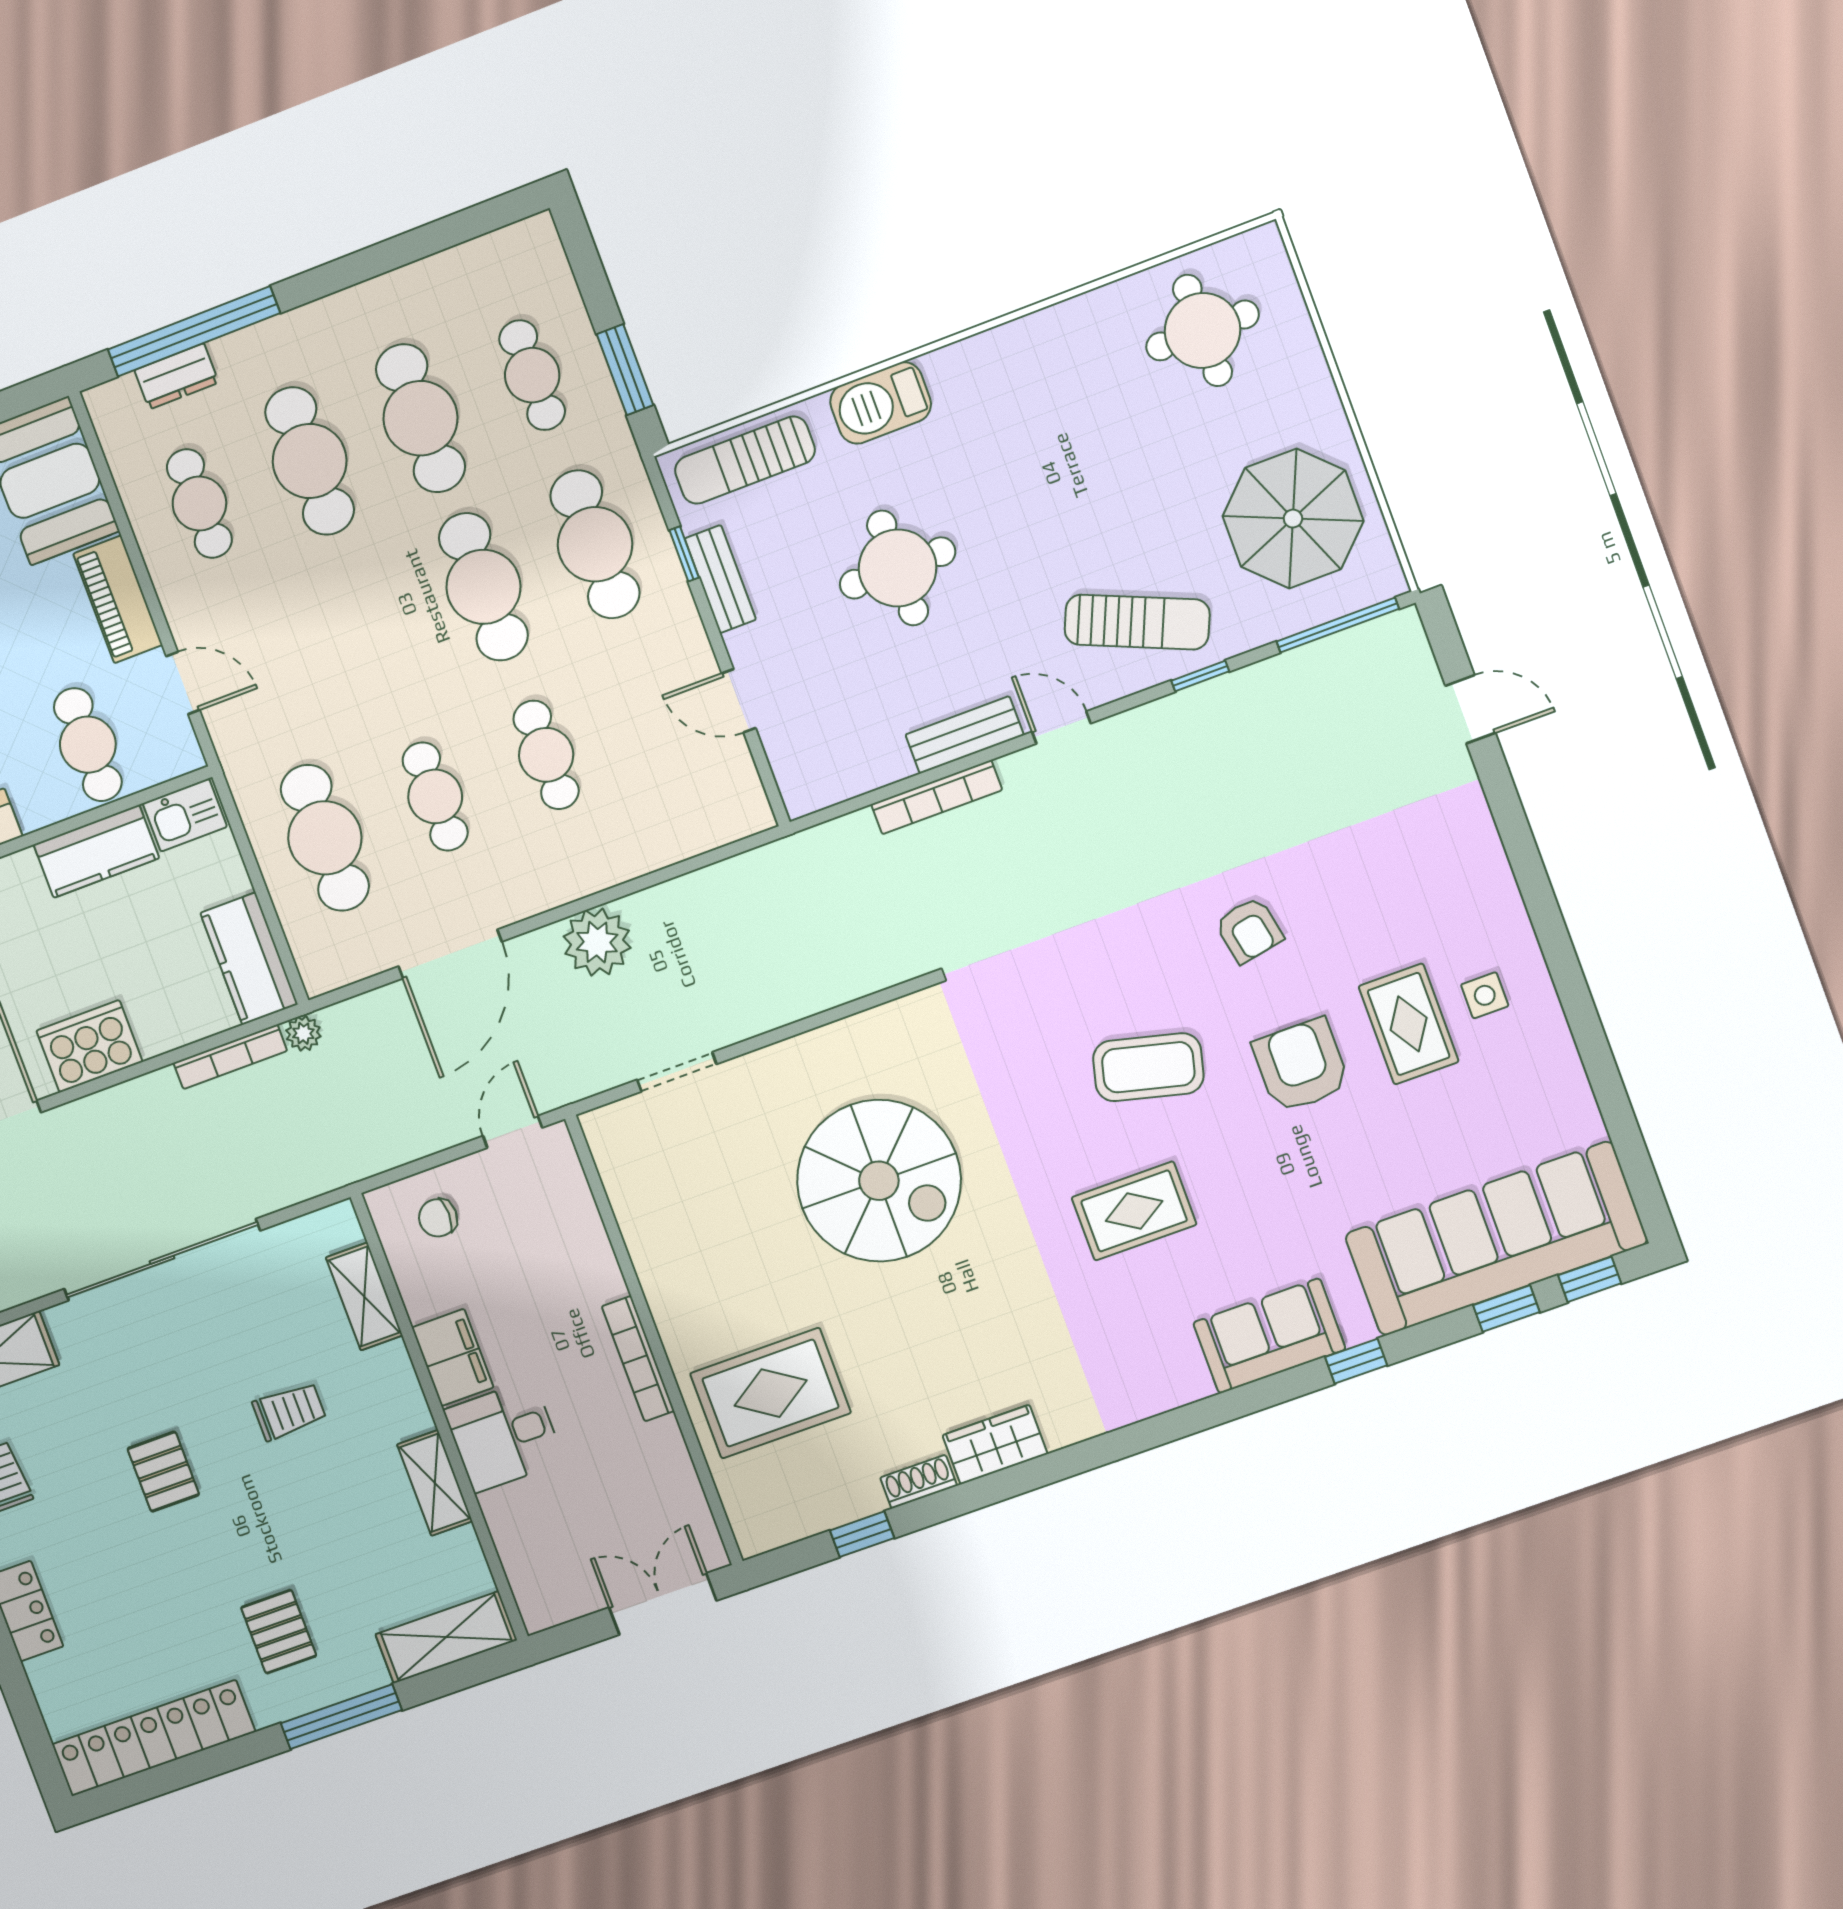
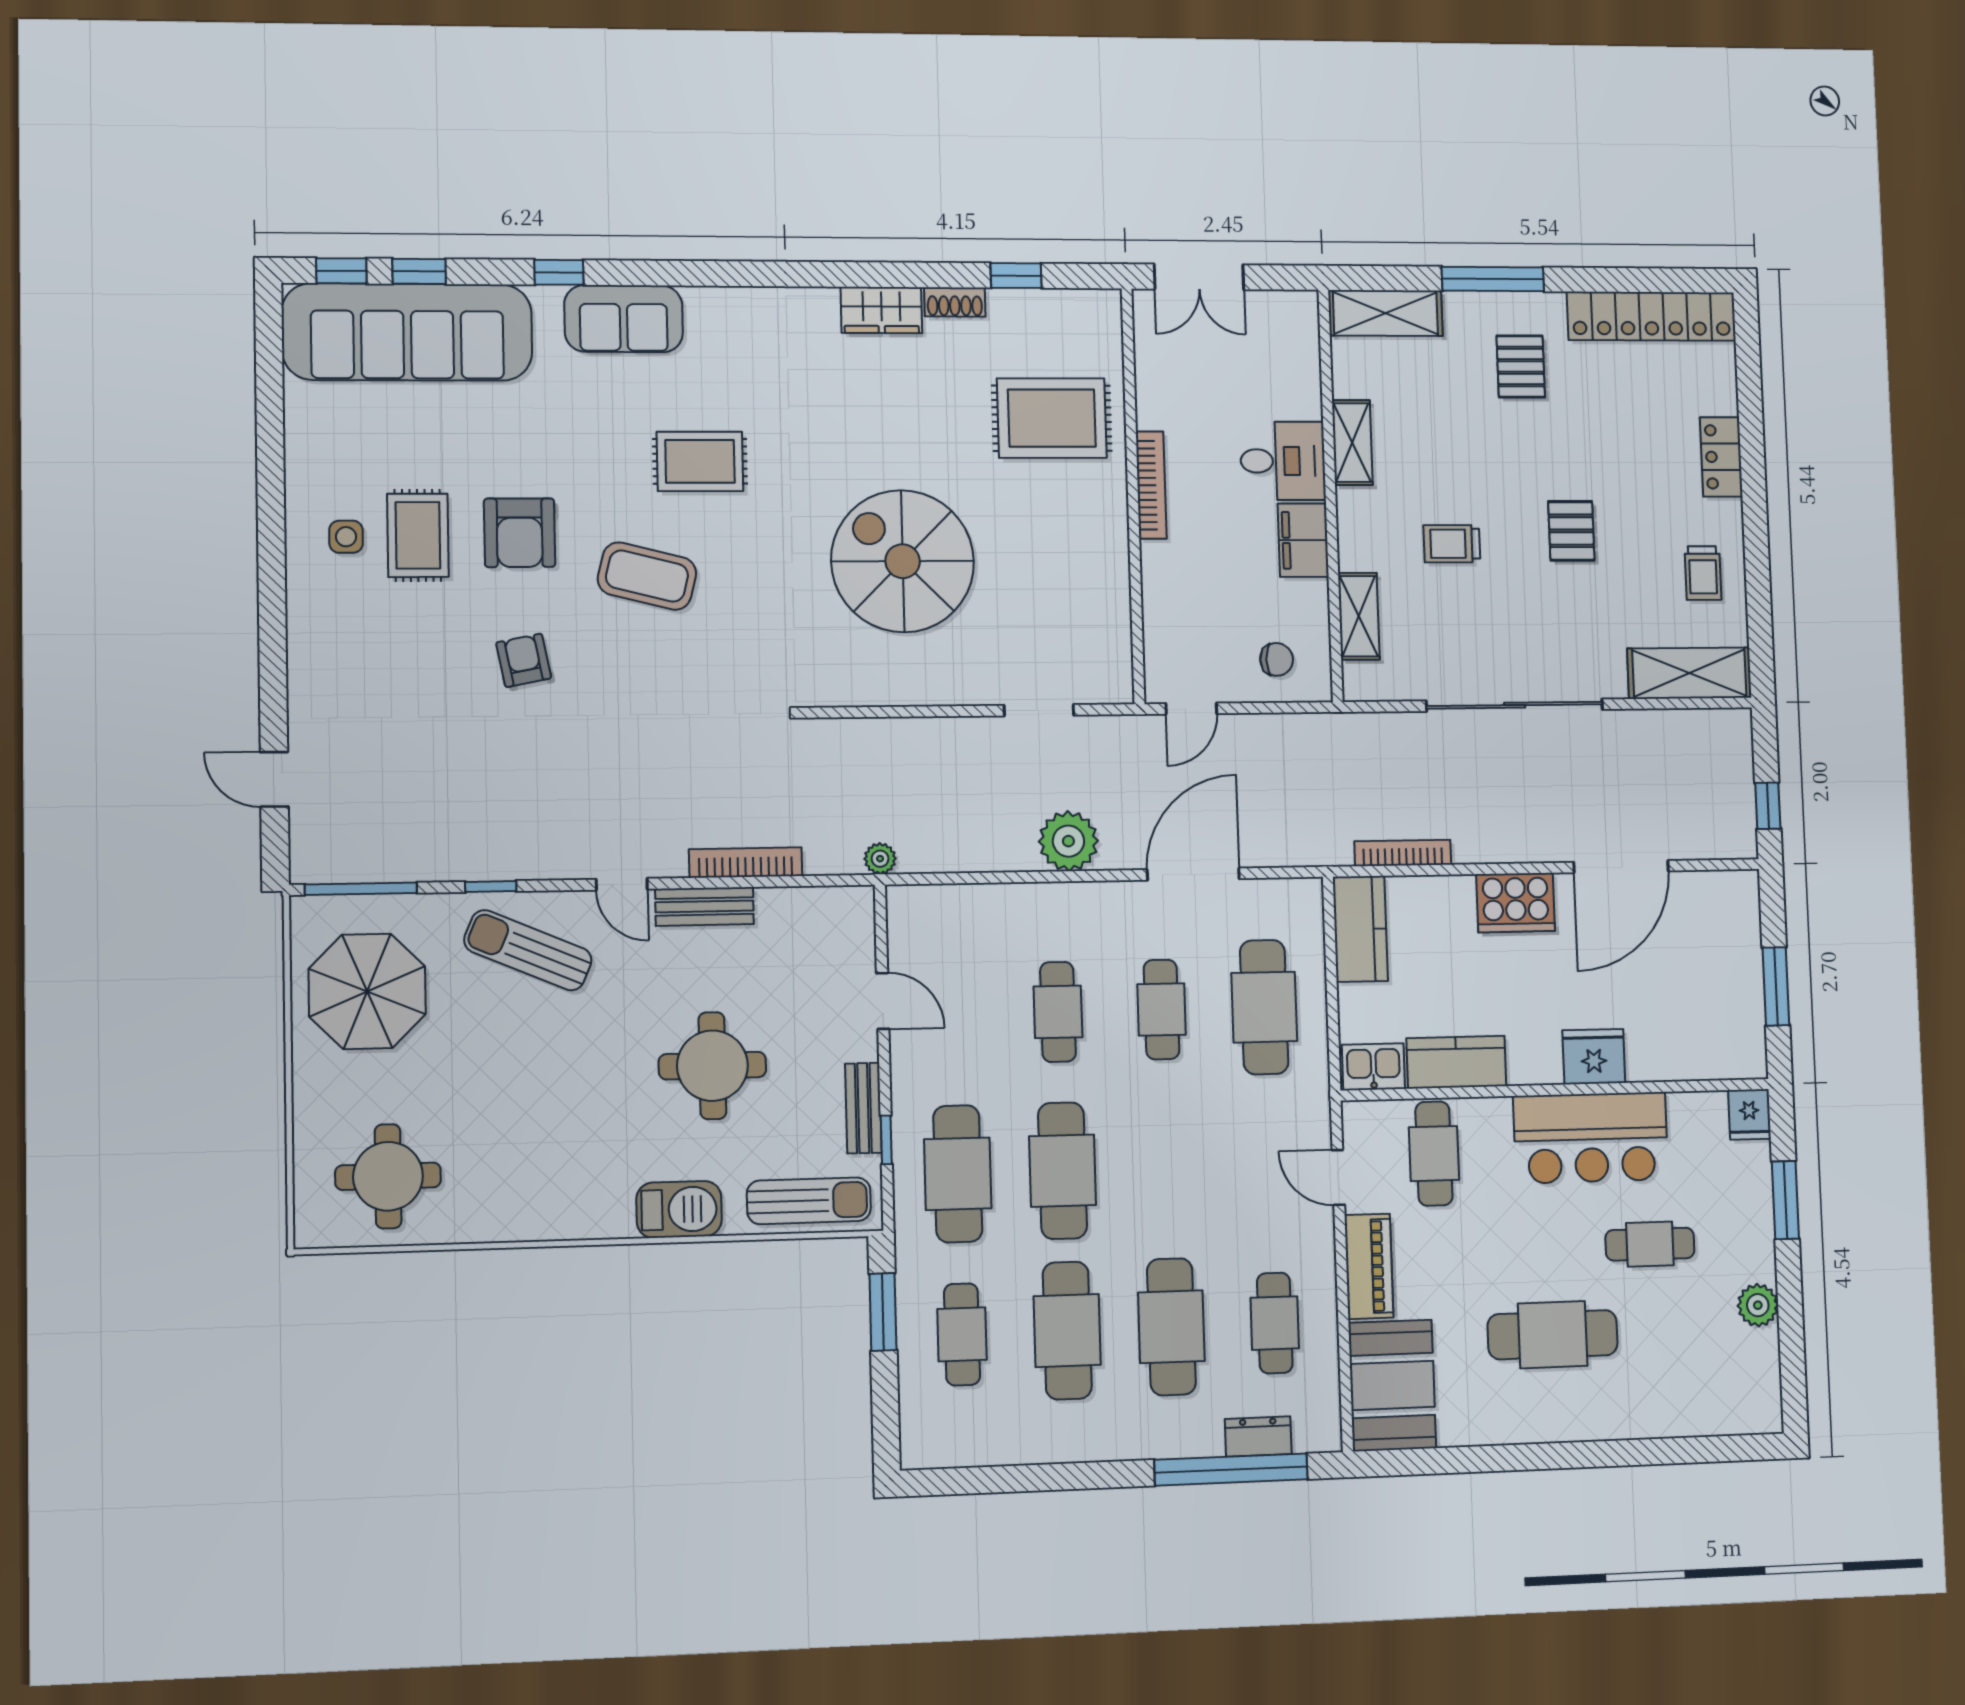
plant: (303, 1033) -> (880, 859), moved

